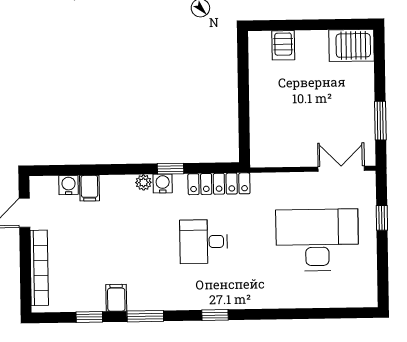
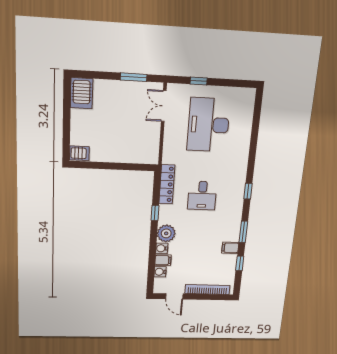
server rack: (283, 45) -> (79, 153), moved
plant: (143, 182) -> (166, 233), width x1.88, depth x1.88
water cooler: (163, 184) -> (162, 248), moved

